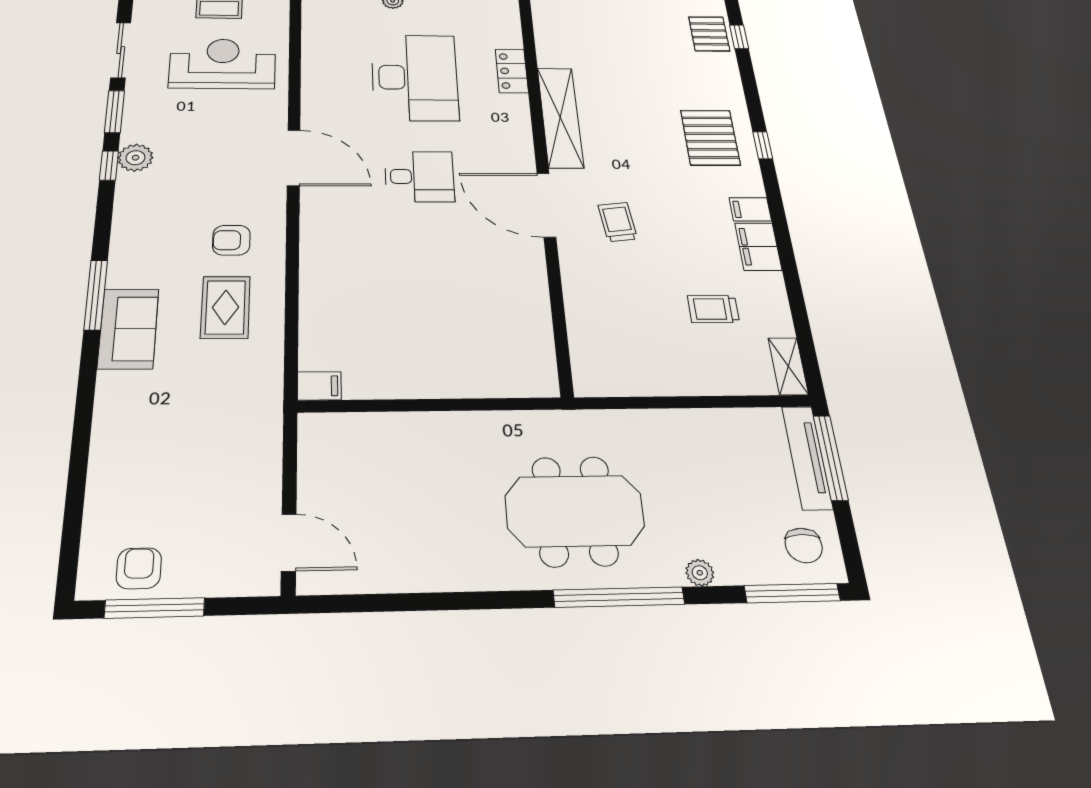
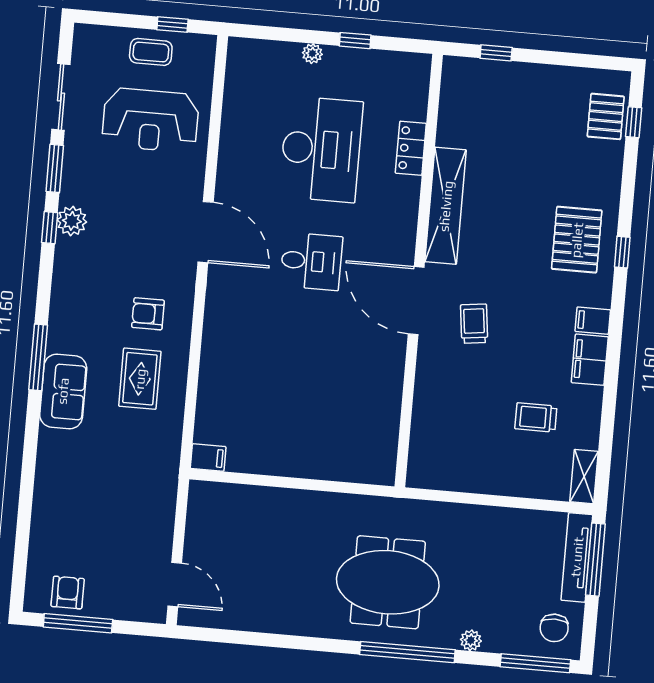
reception desk: (222, 64) -> (150, 120), turned 180

